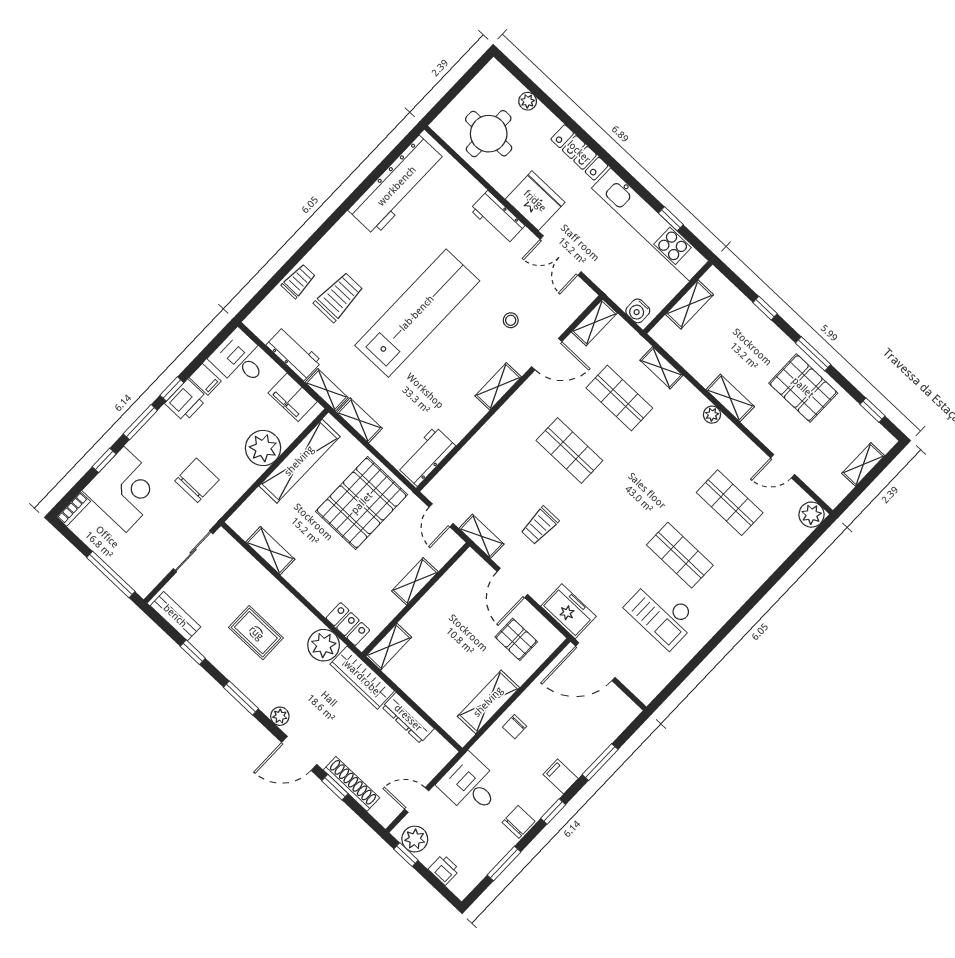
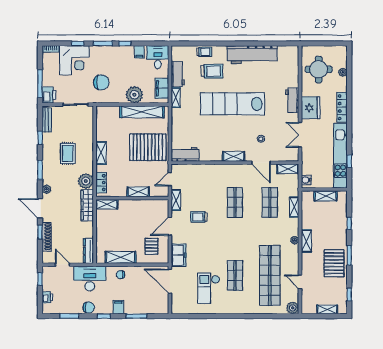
workbench: (397, 186) -> (252, 55), moved
lab bench: (417, 313) -> (232, 104), turned 180
printer: (186, 401) -> (49, 95), moved, turned -90
shelving: (359, 420) -> (176, 119), removed
shop shelf: (730, 503) -> (270, 275), width x2.00, depth x1.36
shelving: (270, 551) -> (101, 153), moved
dresser: (408, 718) -> (88, 251), moved
desk: (470, 785) -> (90, 278), width x1.37
plant: (415, 839) -> (48, 277), removed

